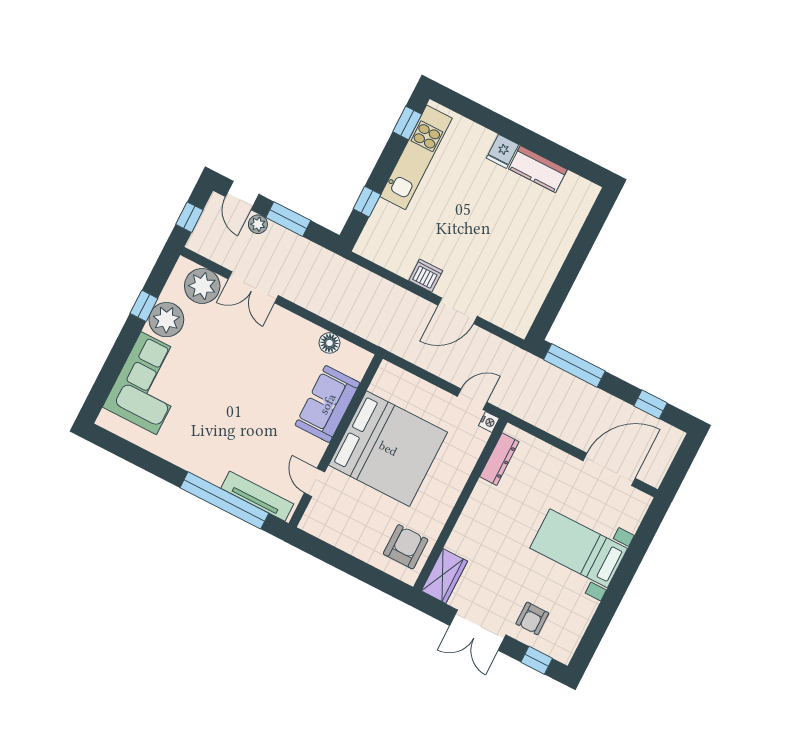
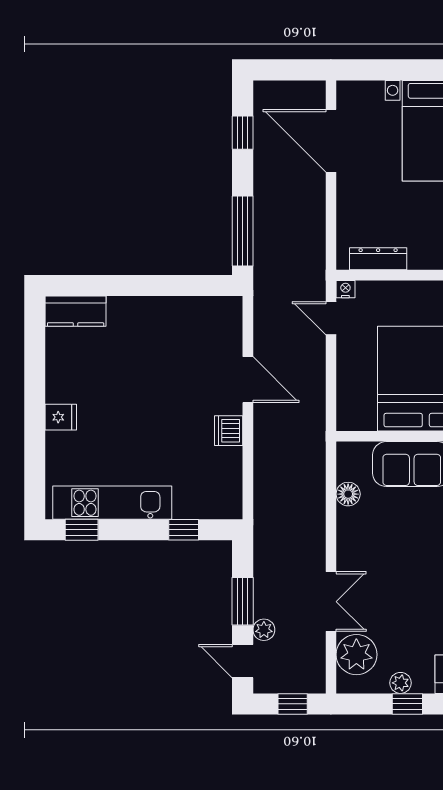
kitchen counter: (538, 169) -> (76, 311), moved, turned 90
door: (242, 195) -> (243, 661), swing flipped
plant: (166, 320) -> (401, 683), width x0.53, depth x0.53

